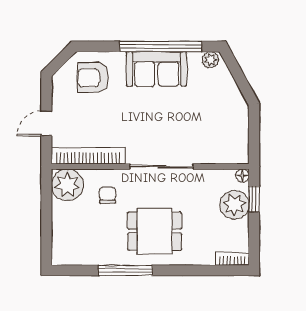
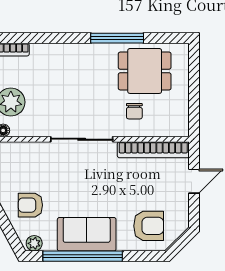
armchair: (214, 99) -> (30, 205), added
plant: (67, 185) -> (174, 121), removed
dining table: (155, 231) -> (145, 71), moved

